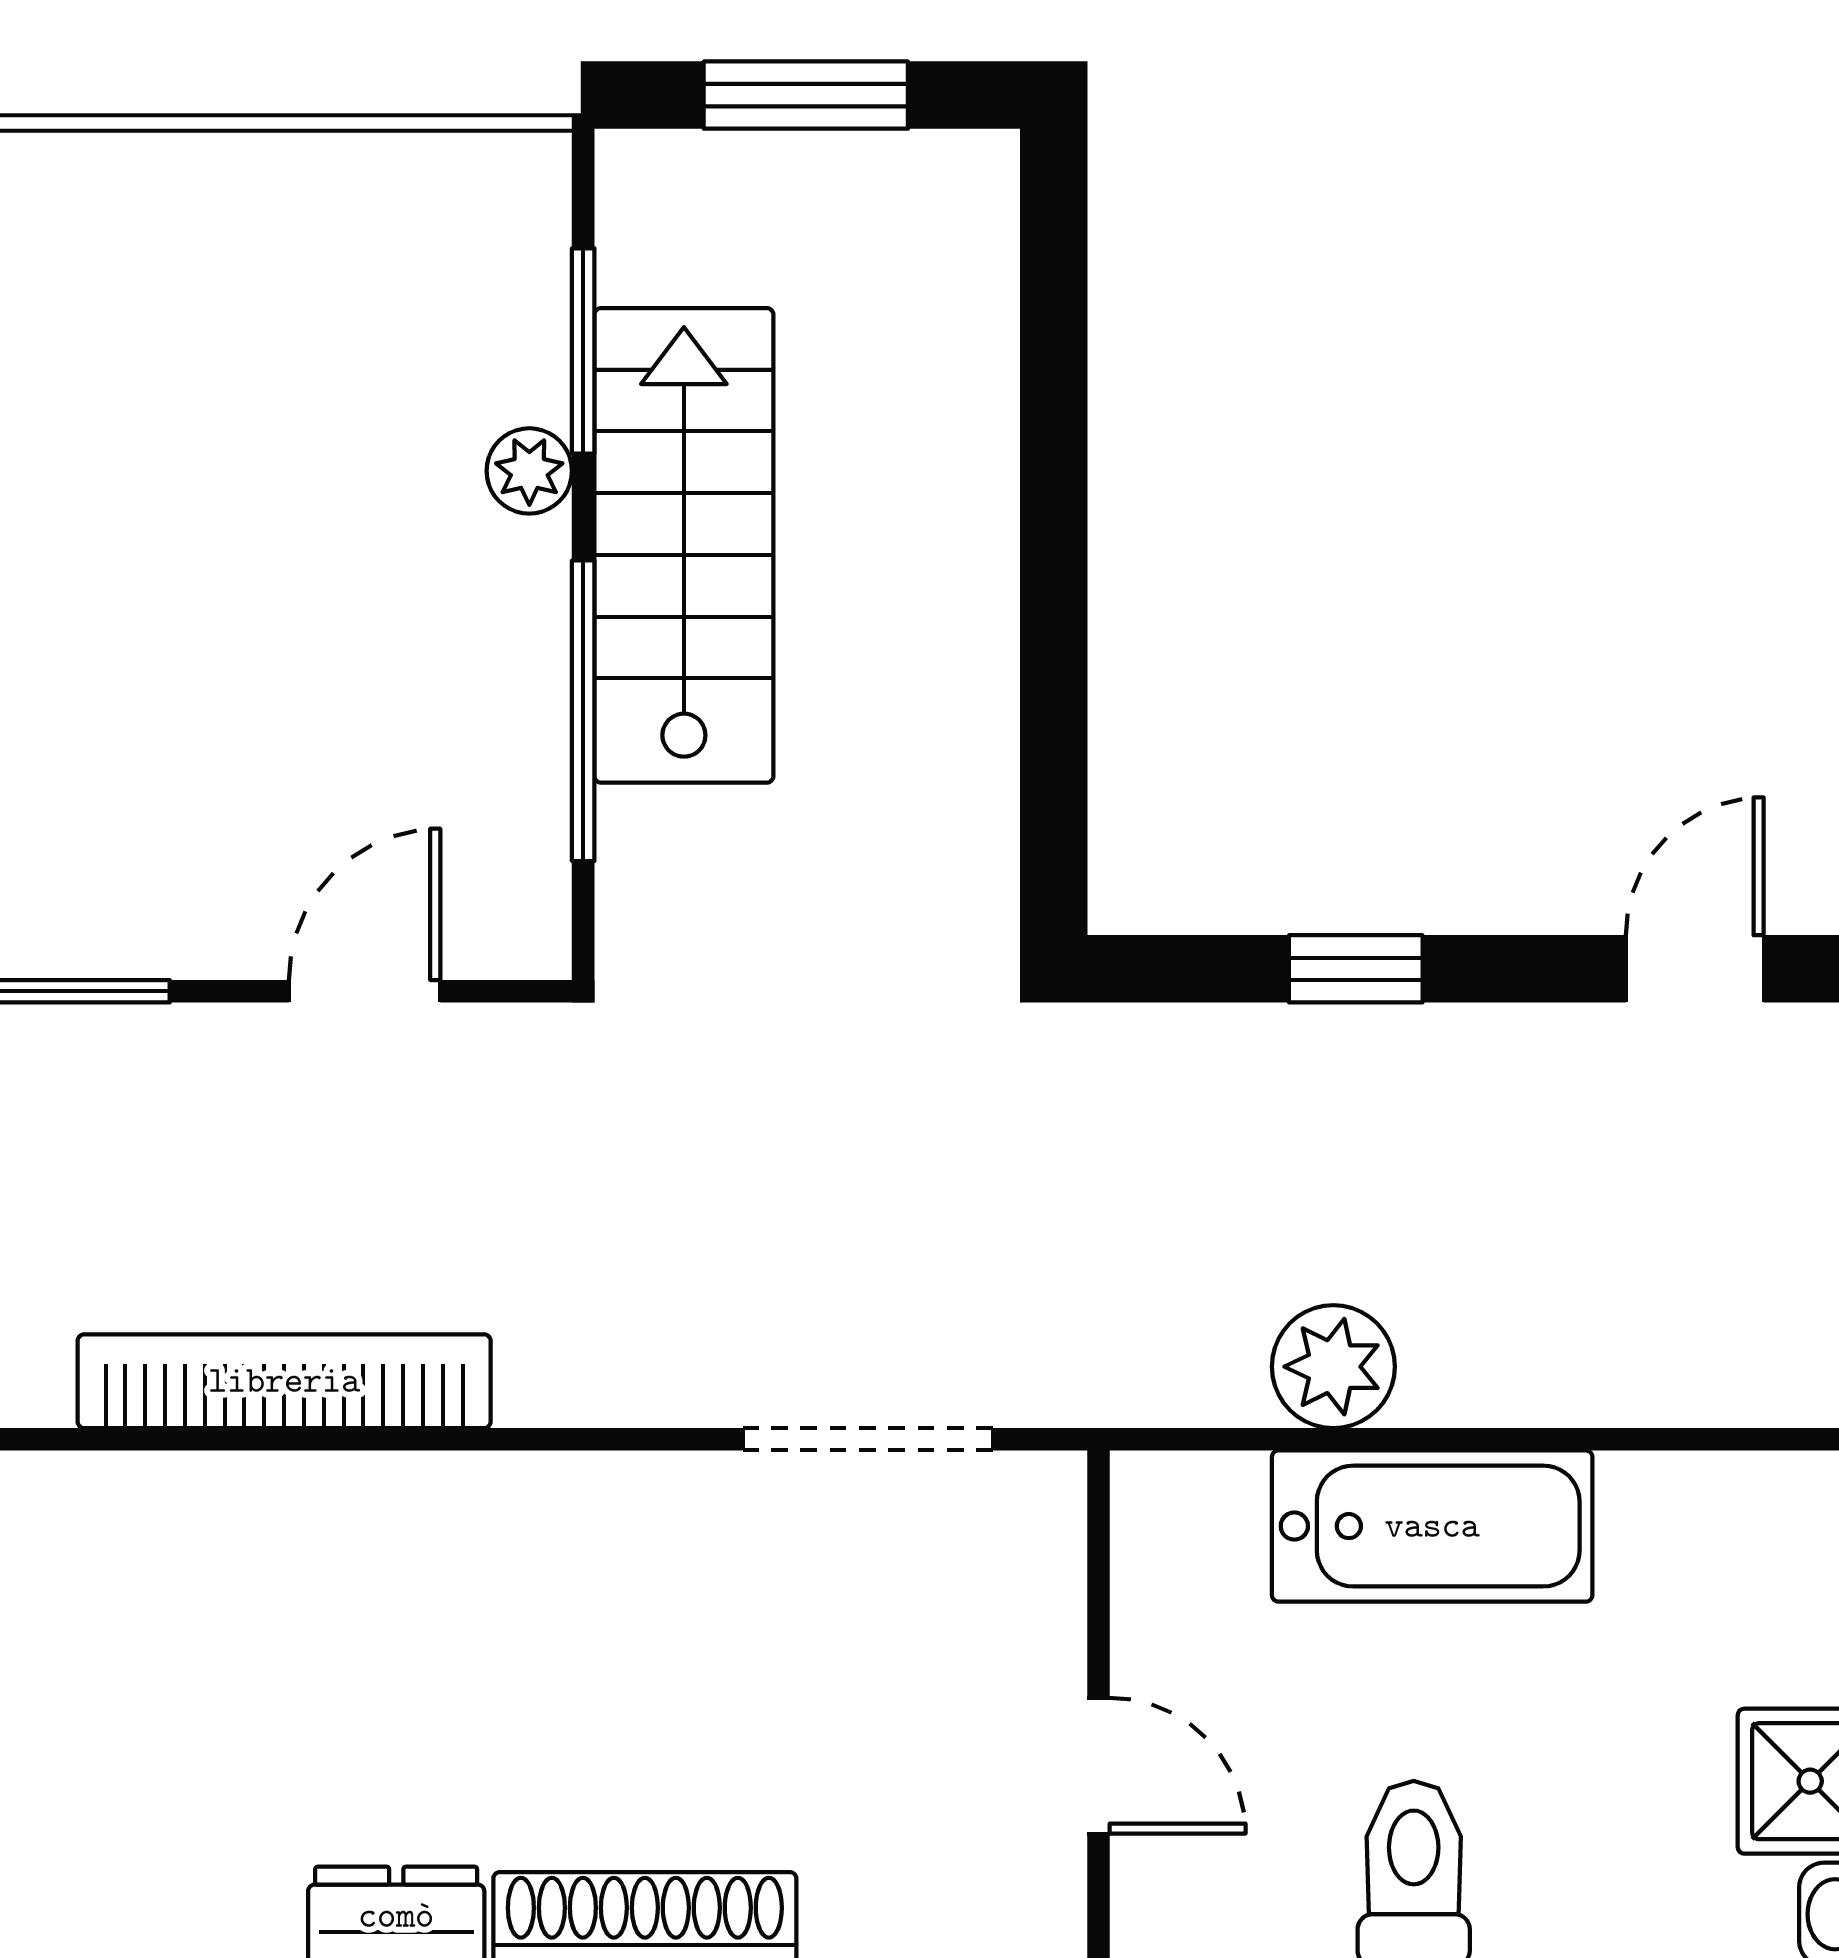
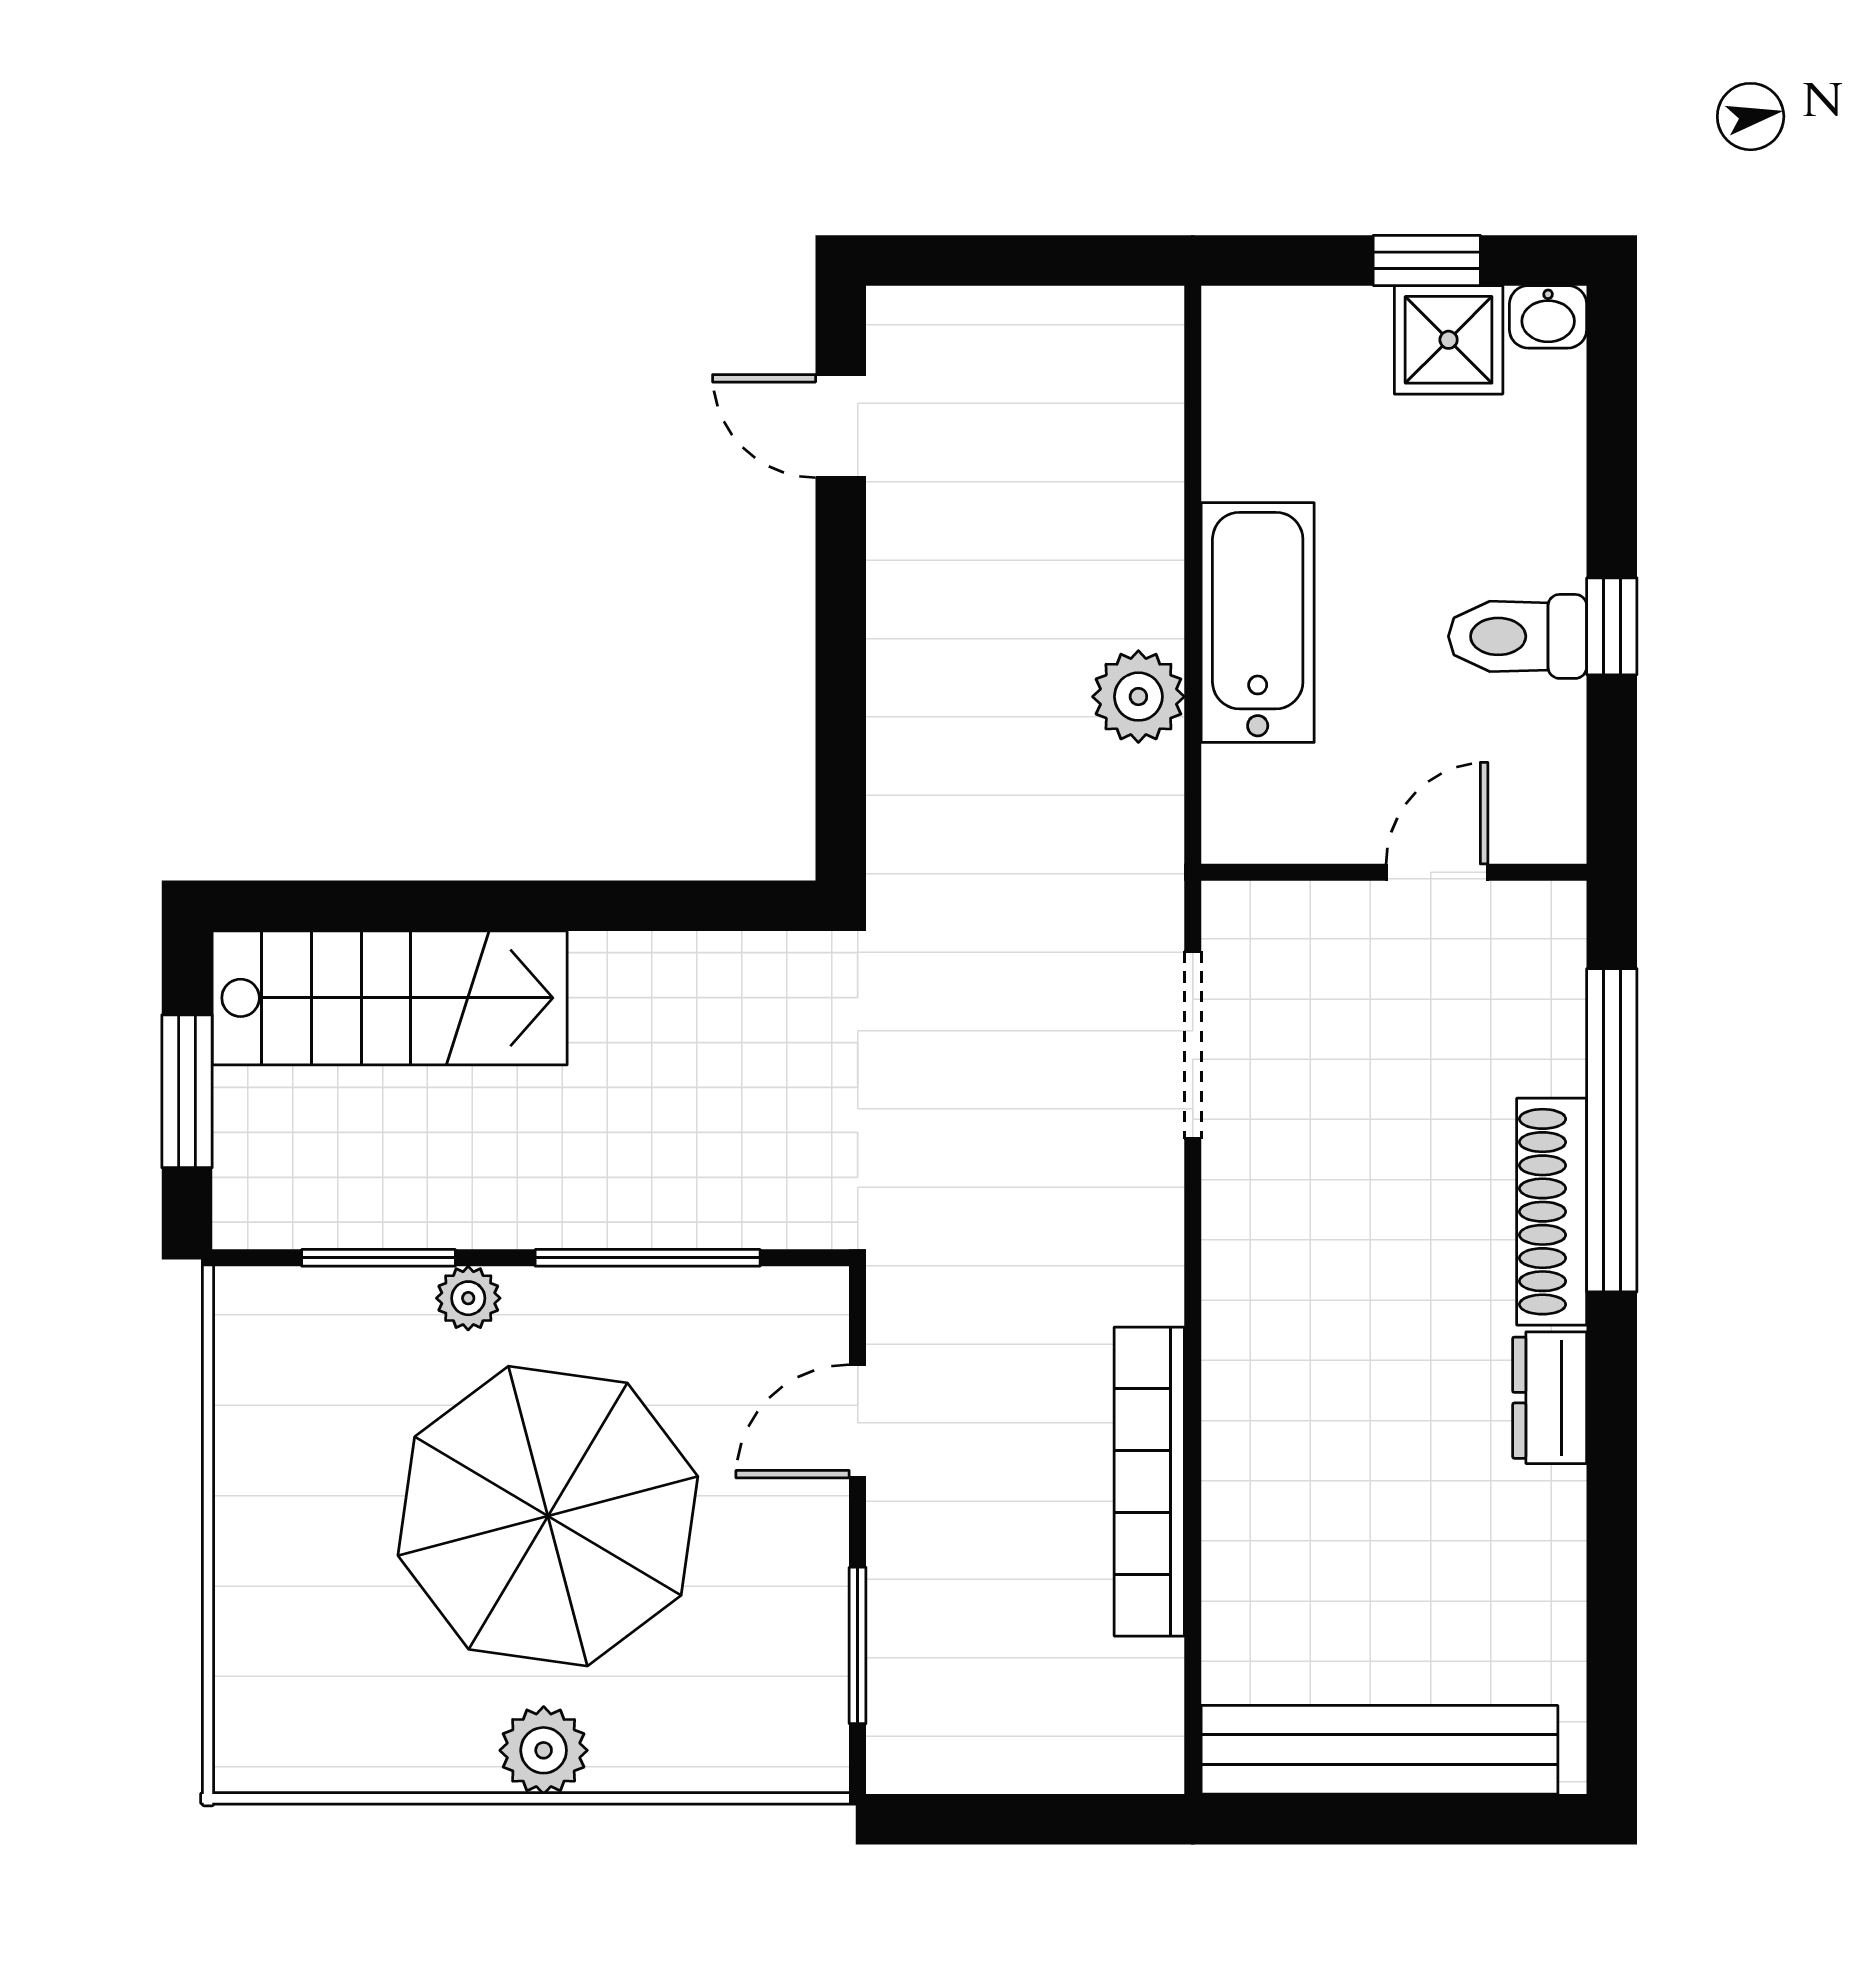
stairs: (684, 545) -> (390, 998), moved, turned 180
parasol: (238, 577) -> (548, 1516), added
window: (1356, 969) -> (841, 680), removed
door: (365, 991) -> (858, 1421), hinge flipped

